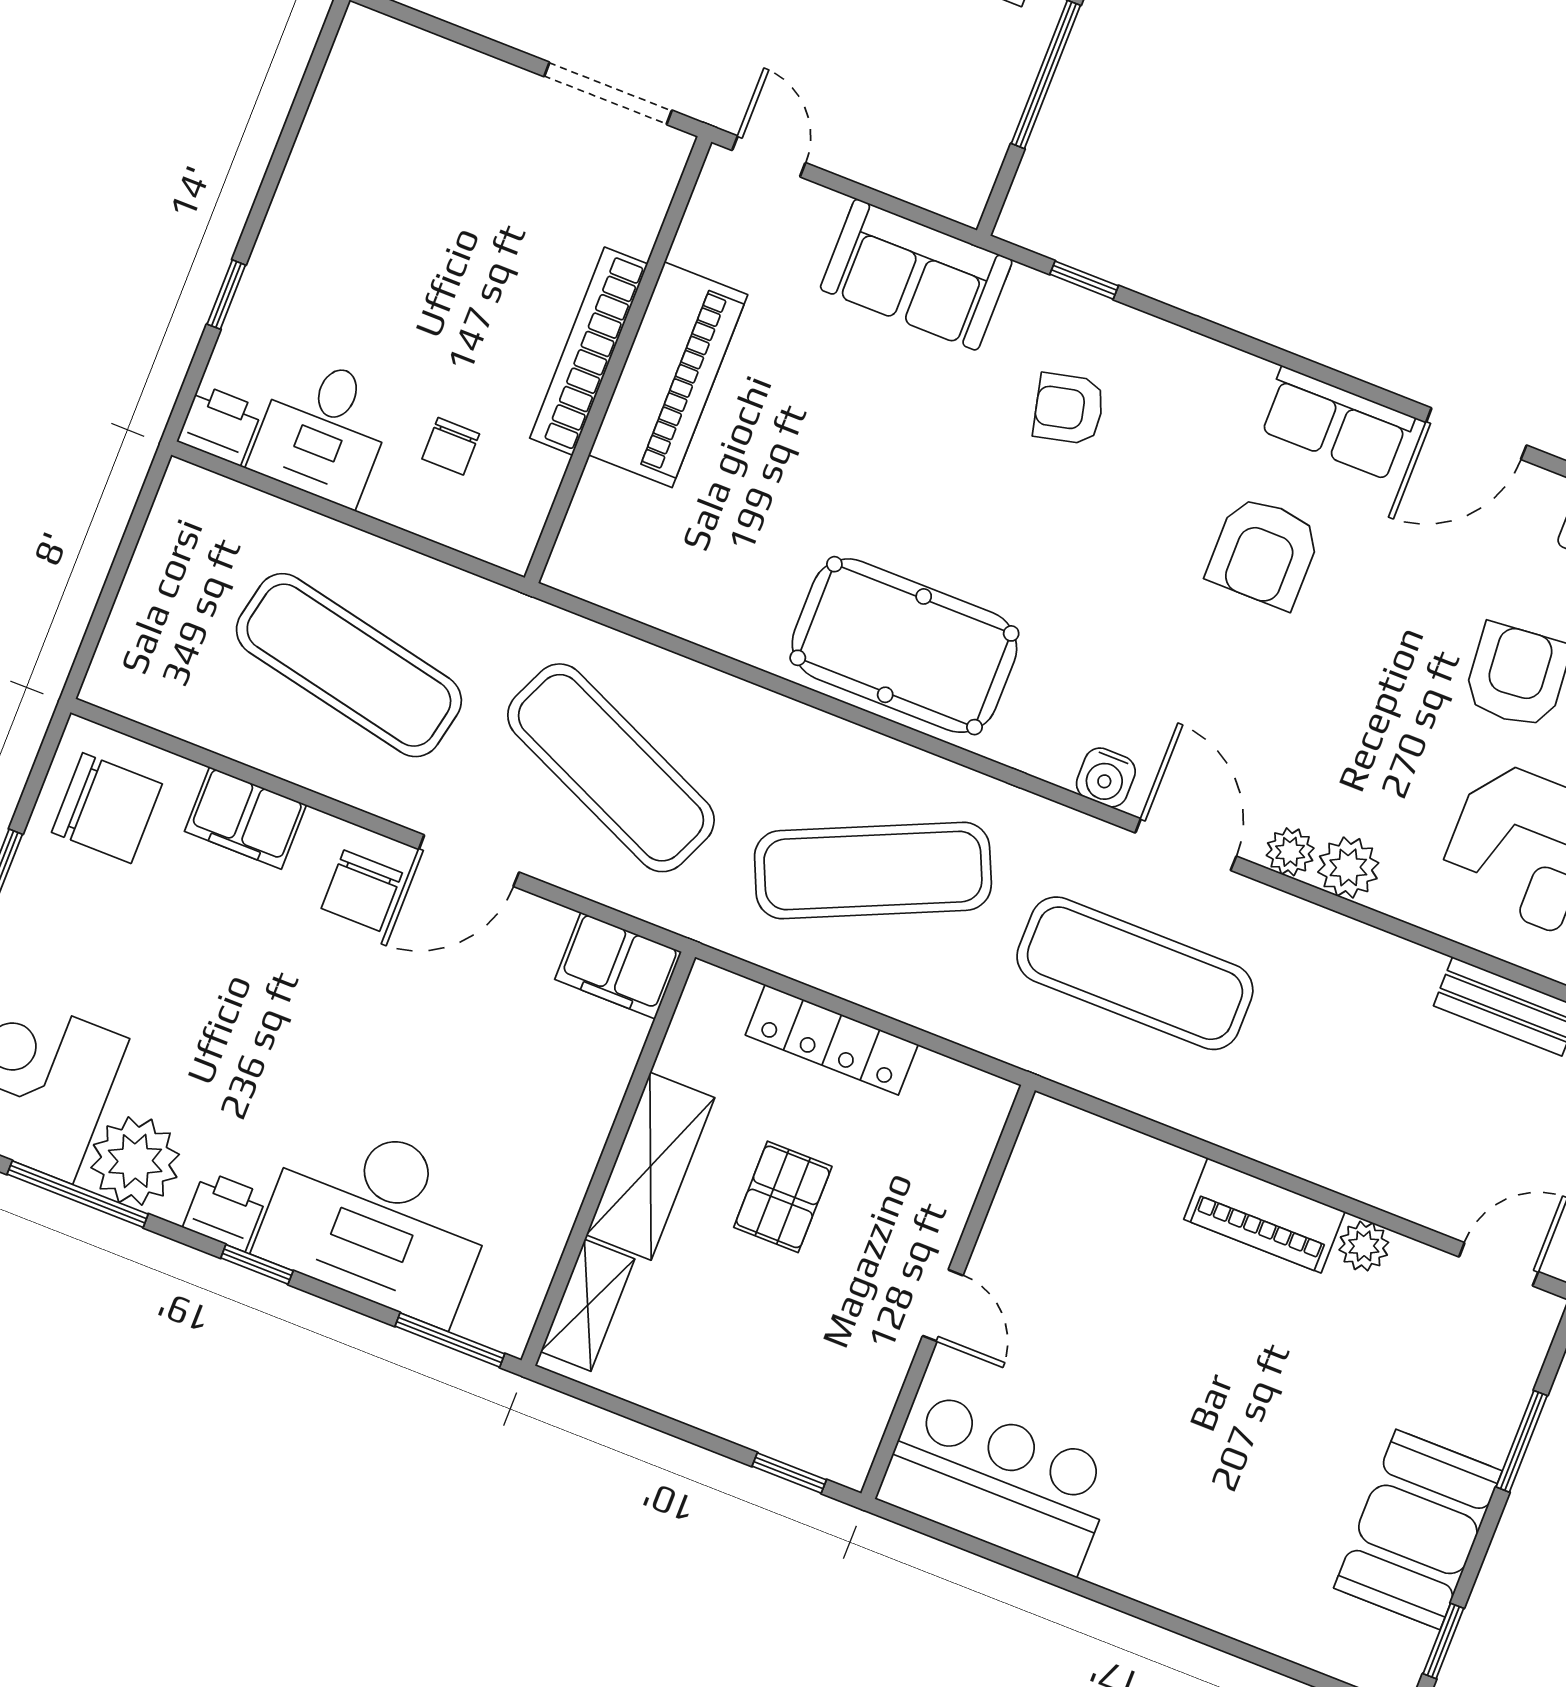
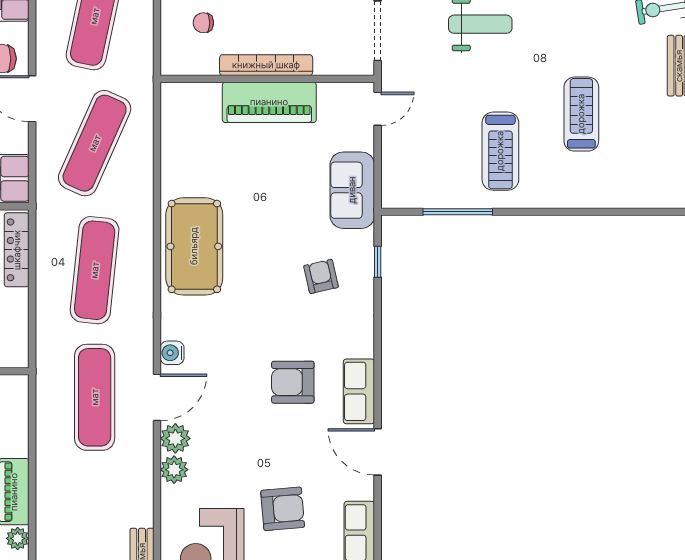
plant: (1290, 852) -> (175, 438), width x1.38, depth x1.38
exercise mat: (873, 871) -> (95, 270), turned 30
locker: (832, 1040) -> (17, 250), moved

